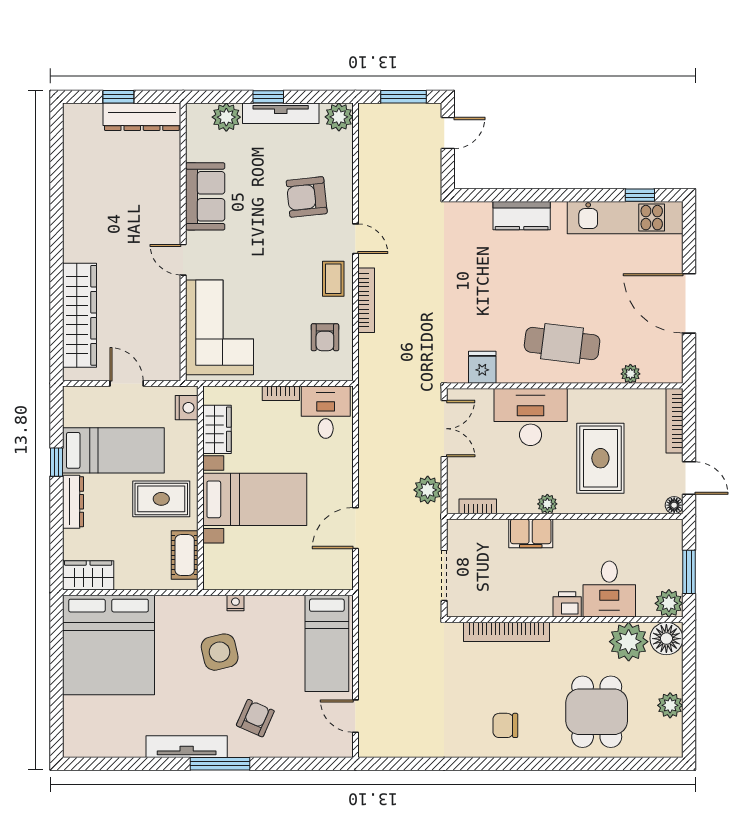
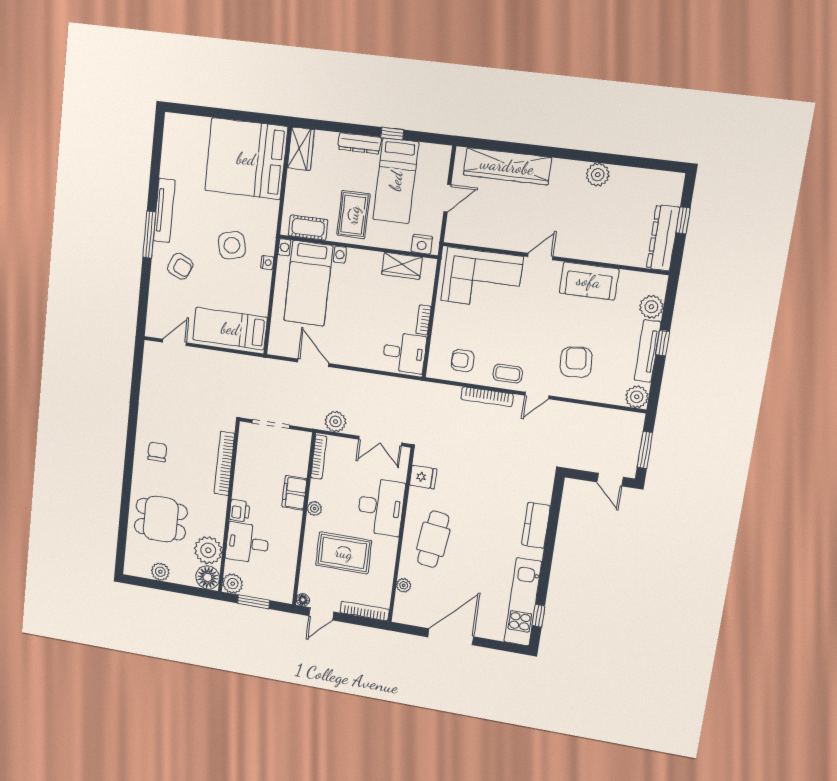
plant: (77, 205) -> (598, 175), added
bed with nightstands: (255, 499) -> (308, 283), moved
bookcase: (478, 506) -> (319, 457), width x1.56

